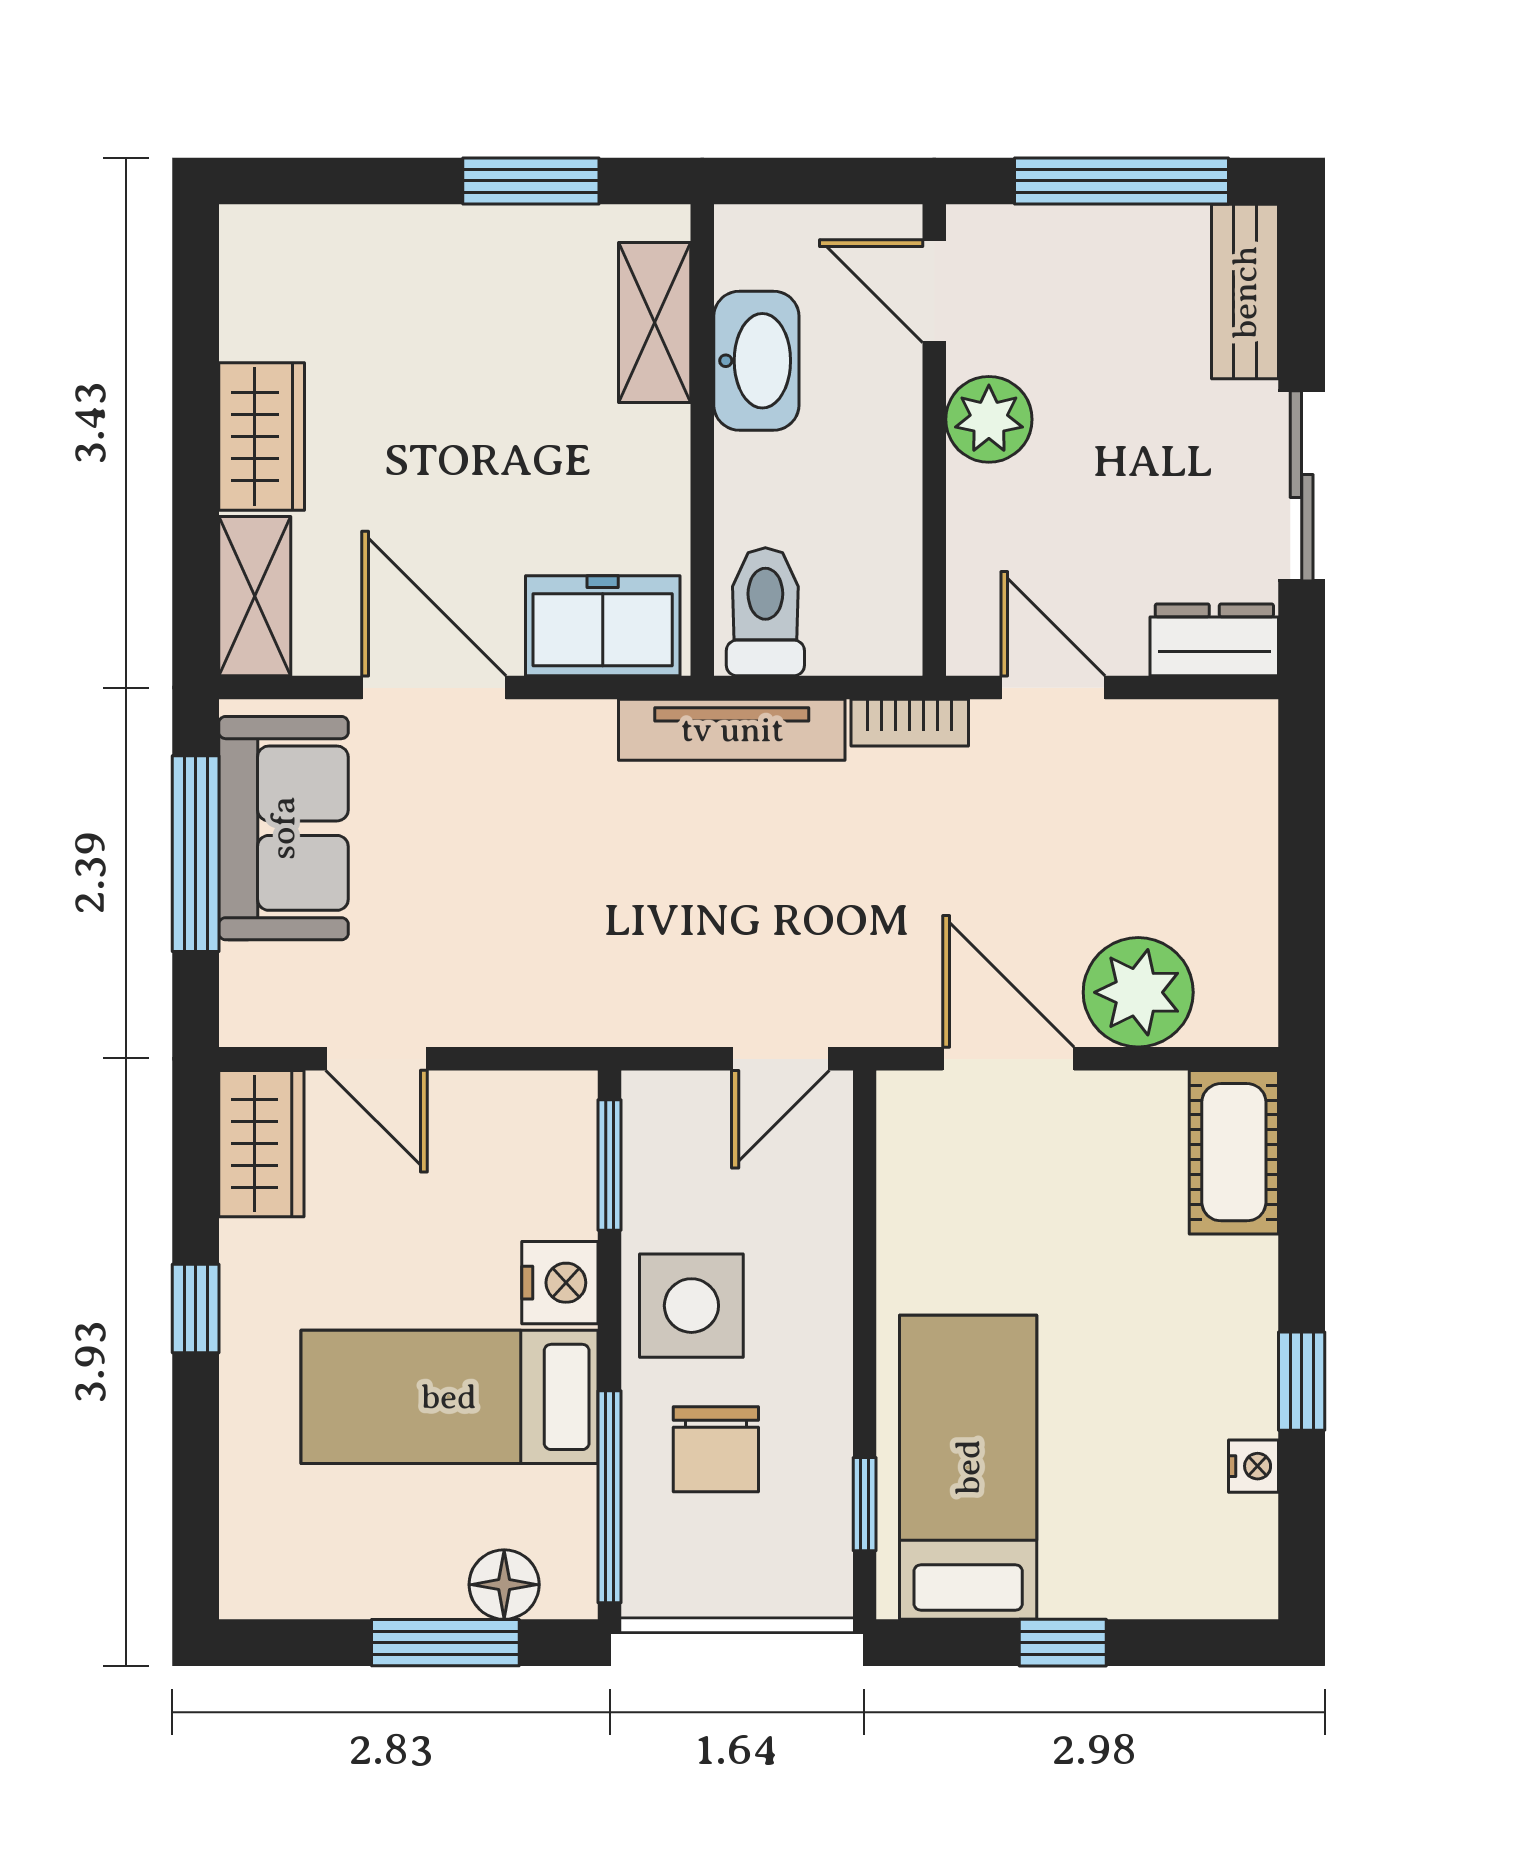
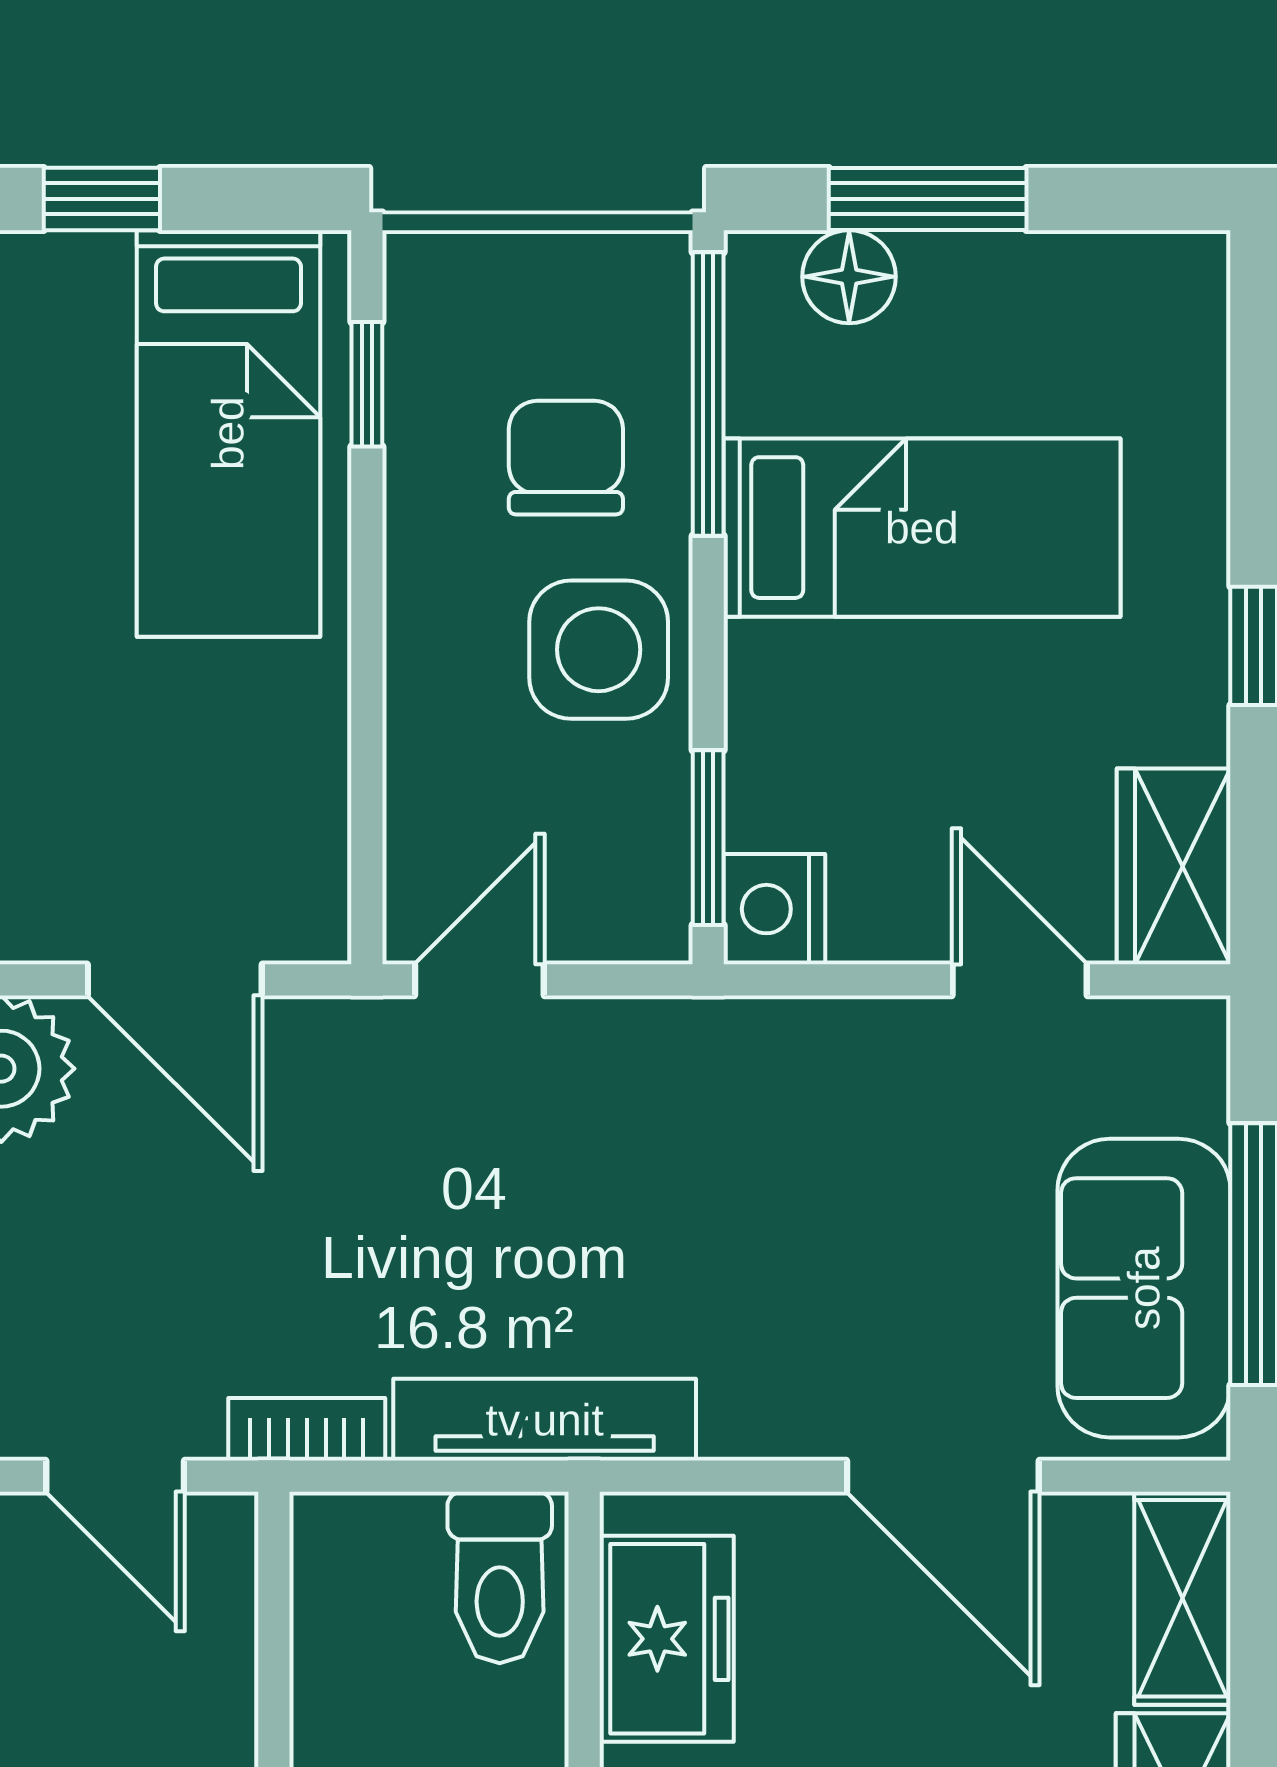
freezer: (603, 626) -> (667, 1639), moved, turned -90
nightstand: (560, 1283) -> (774, 909), moved

